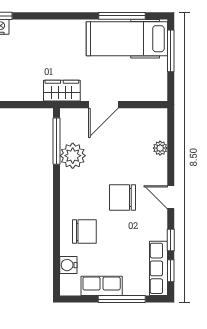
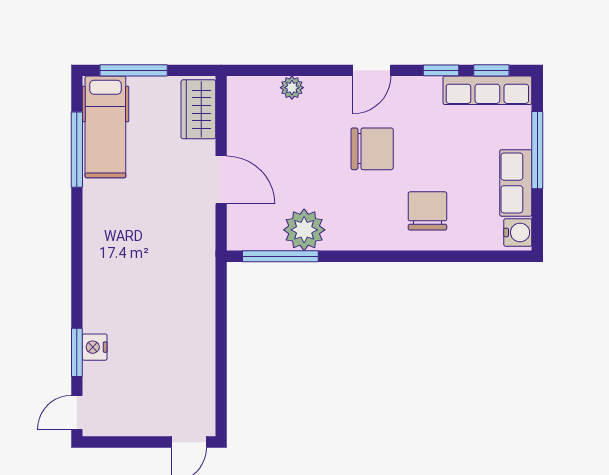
hospital bed: (127, 39) -> (105, 127), width x0.73, depth x0.78
wardrobe: (62, 91) -> (198, 109), moved
chair: (123, 197) -> (372, 149), turned -90
water cooler: (68, 265) -> (518, 232), moved, turned -90

